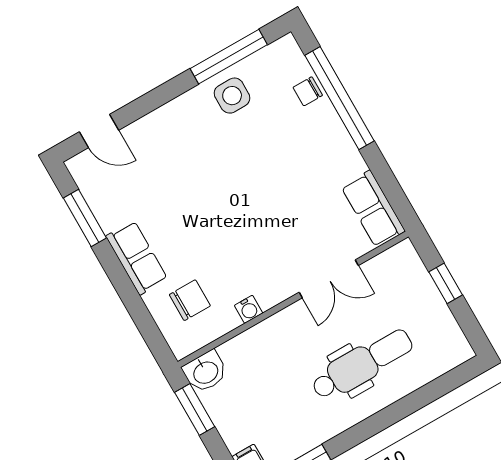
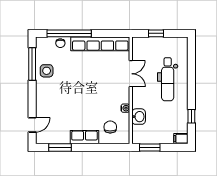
row of seats: (373, 209) -> (100, 44), width x2.02
dental chair: (362, 364) -> (168, 79), turned 180
washbasin: (205, 372) -> (139, 117), moved

